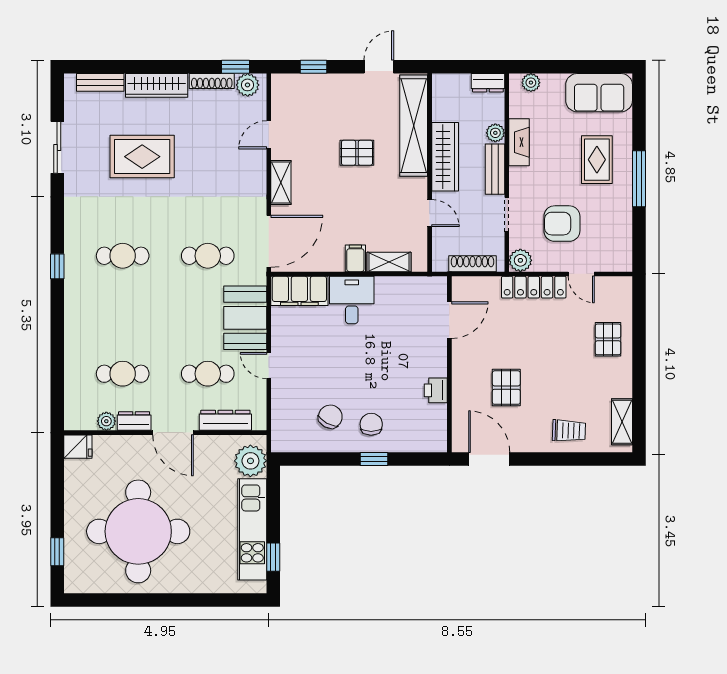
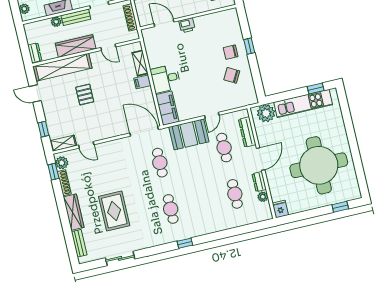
dresser: (488, 83) -> (35, 53), moved
shelving: (281, 182) -> (63, 143), moved
door: (430, 213) -> (108, 47), swing flipped
printer: (436, 390) -> (187, 25), moved

